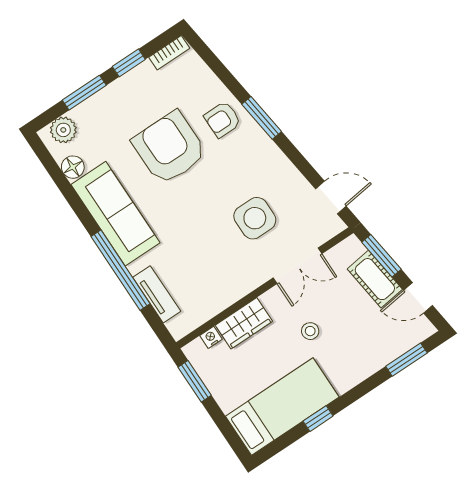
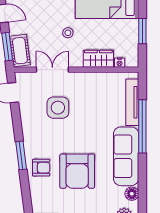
cot: (375, 279) -> (20, 51), moved
tv unit: (157, 294) -> (132, 102), width x1.41
window: (195, 381) -> (142, 31), moved

